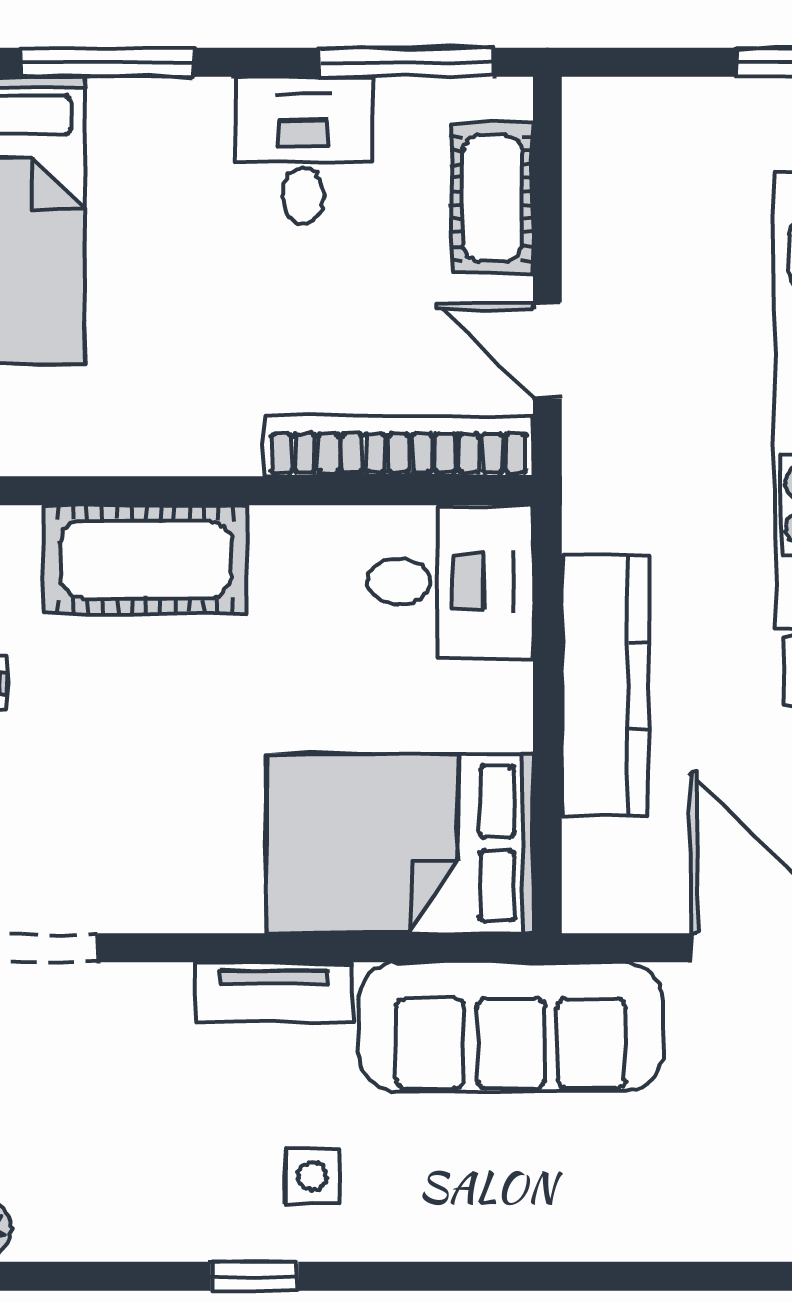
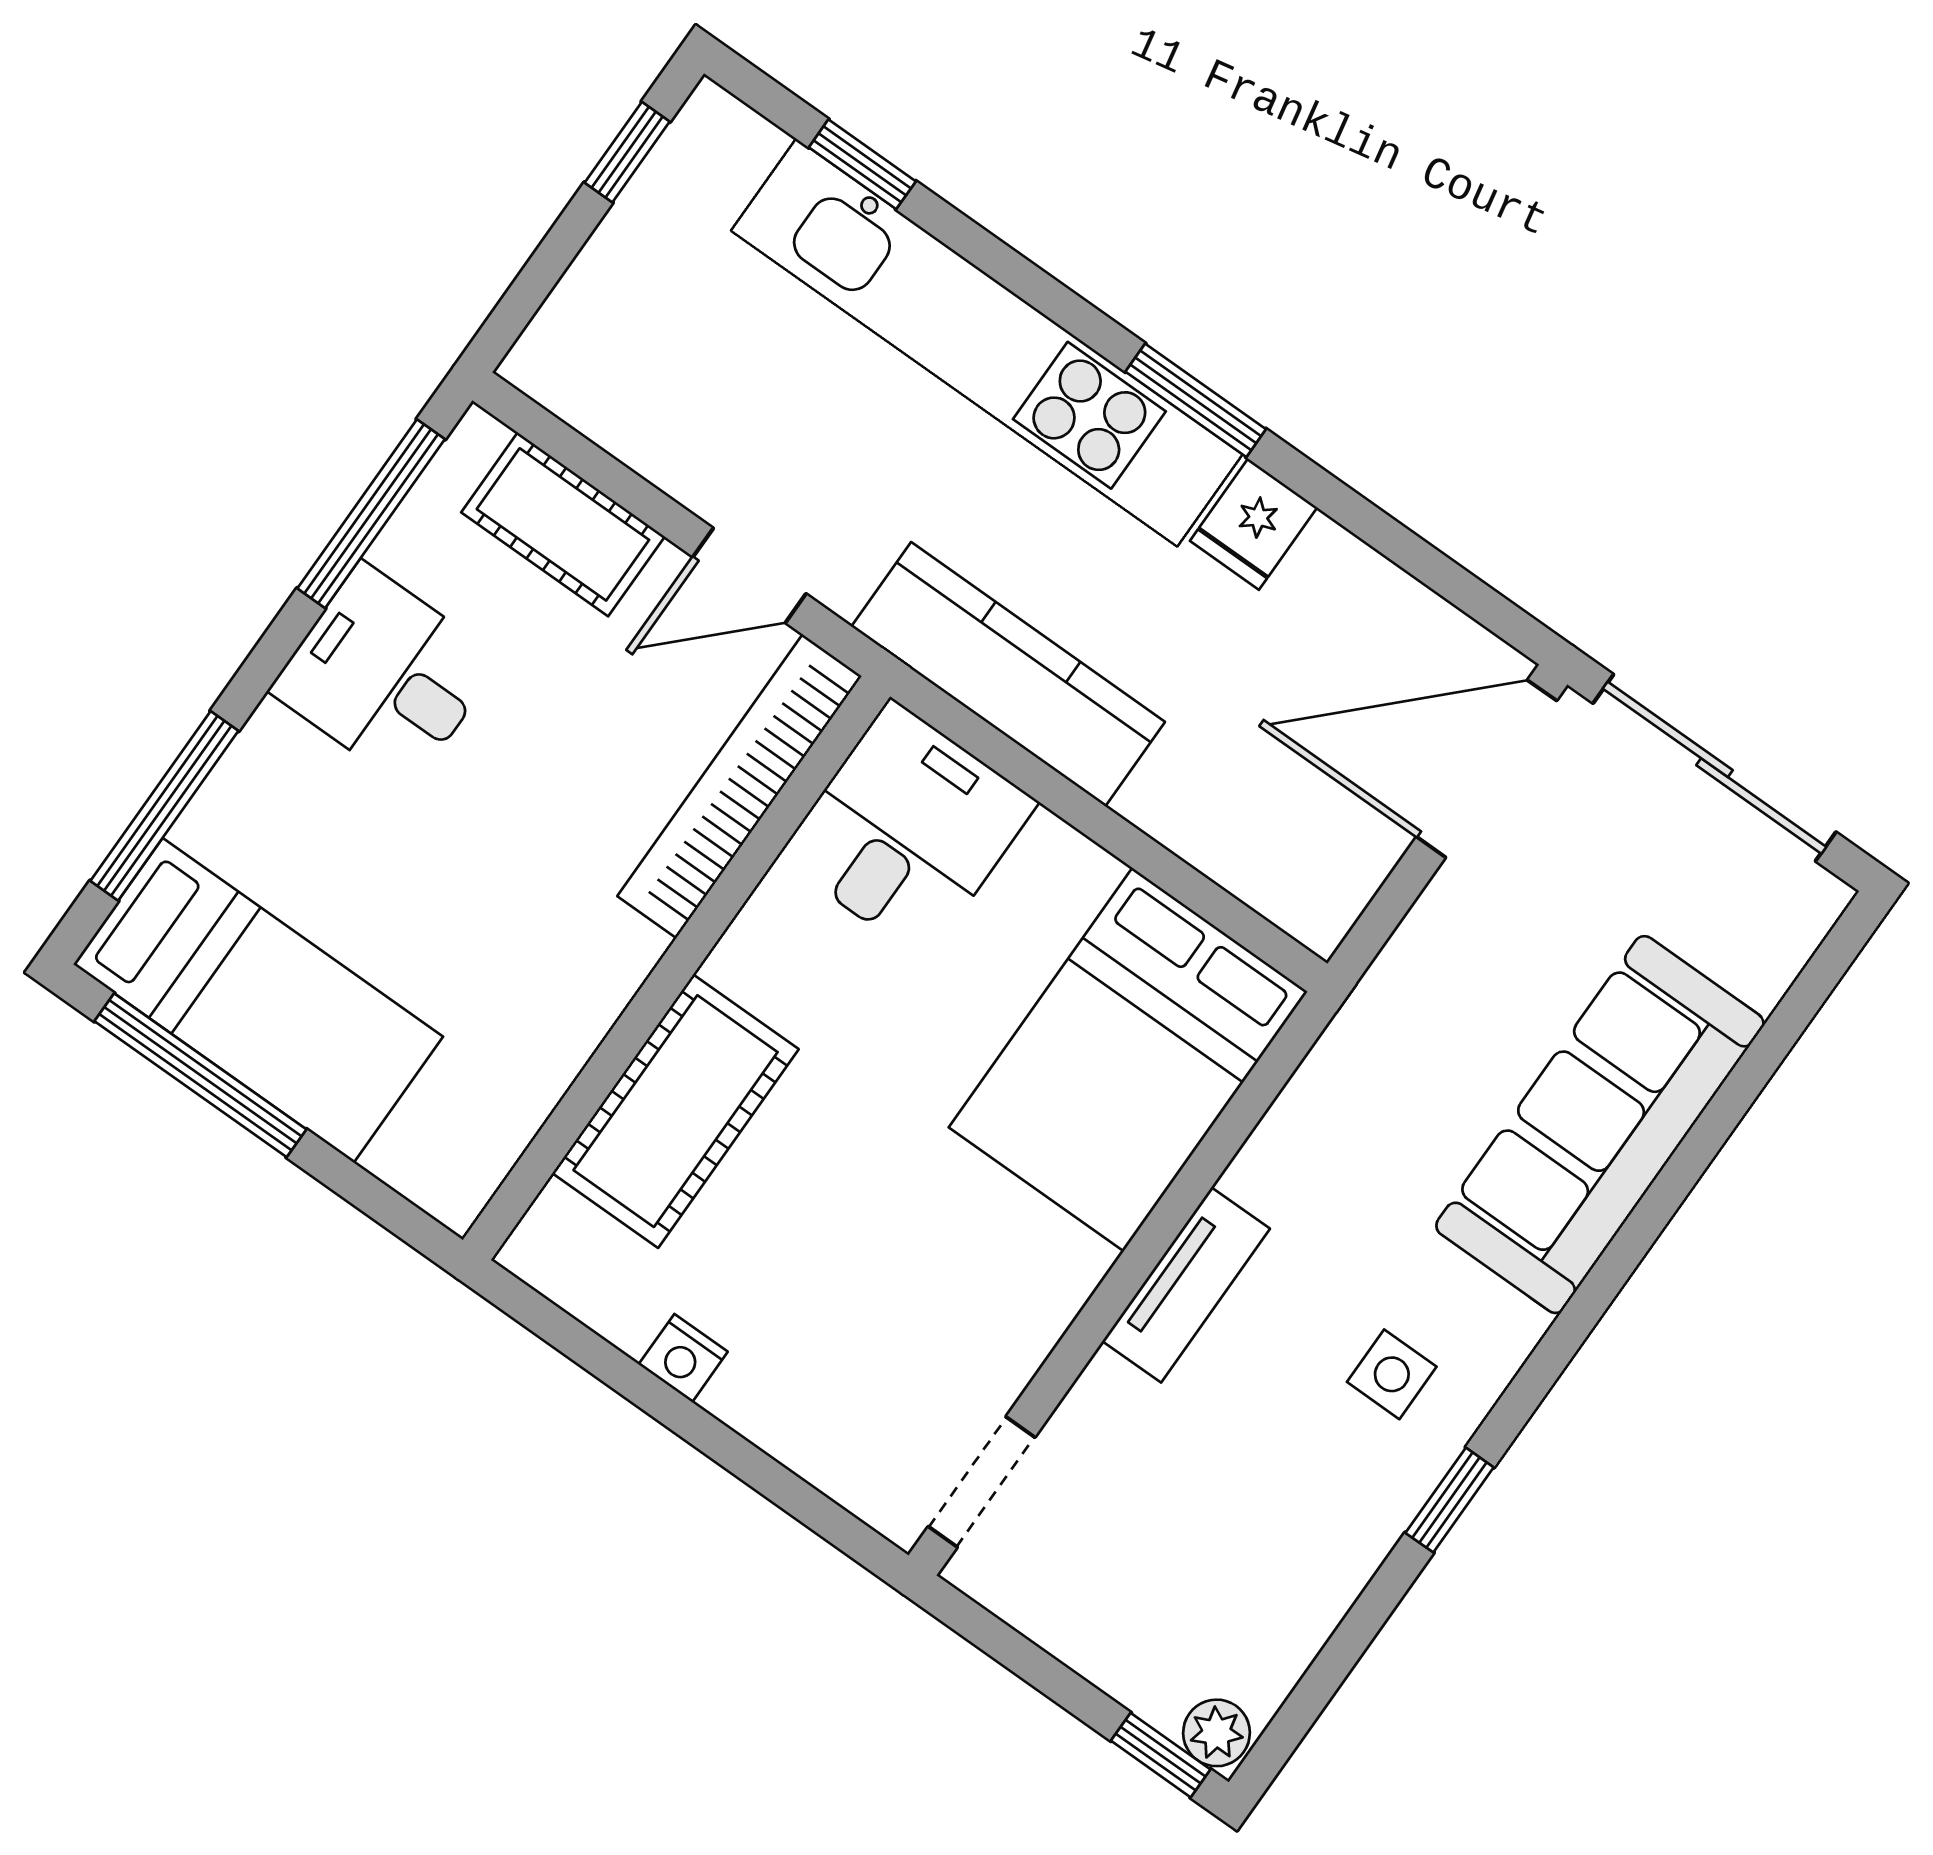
kitchen counter: (605, 686) -> (1008, 674), moved
sofa: (511, 1027) -> (1600, 1125), moved, turned 180

